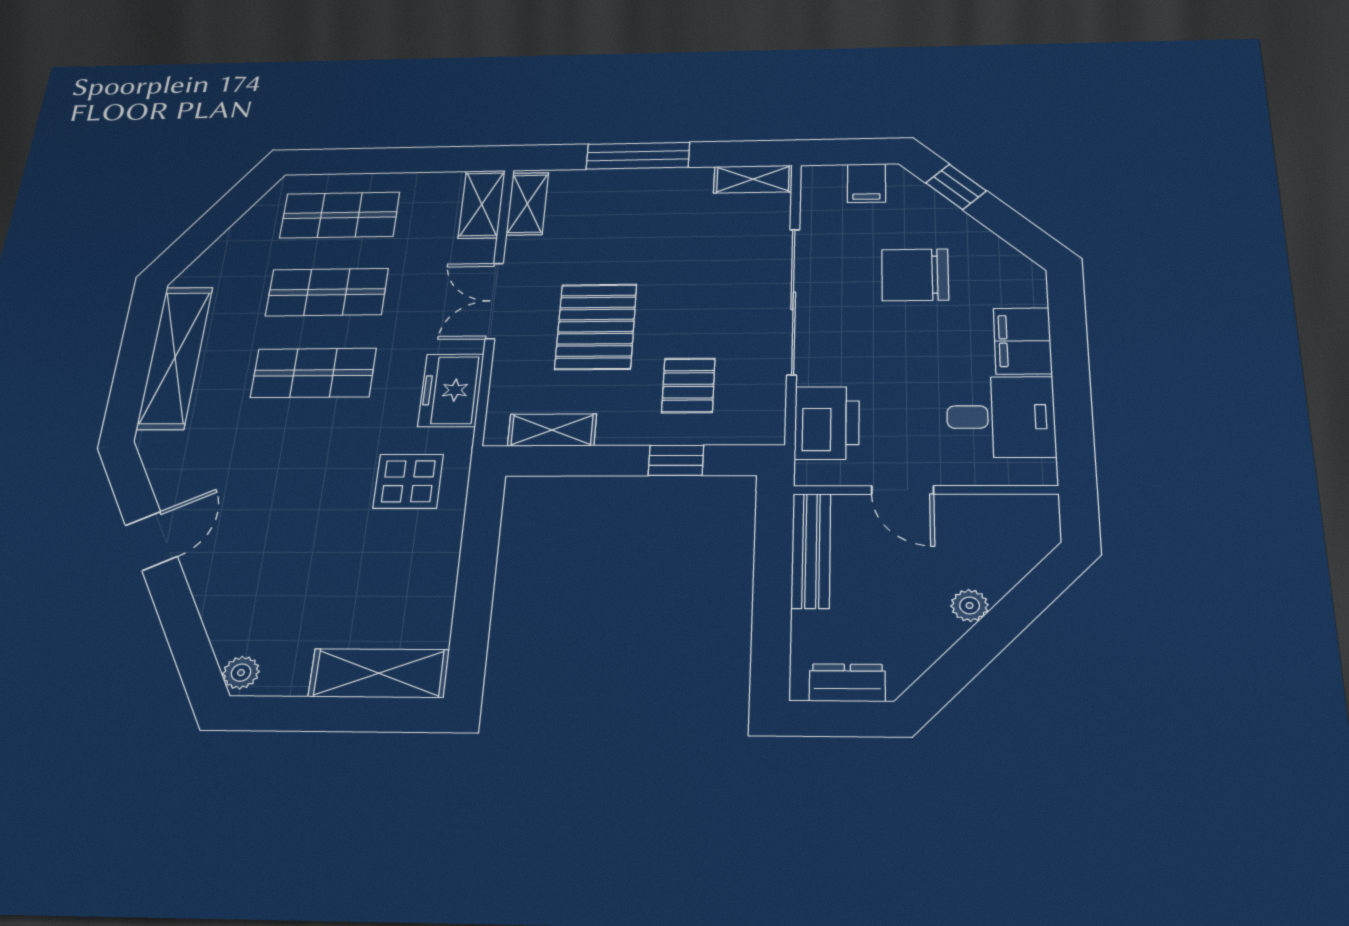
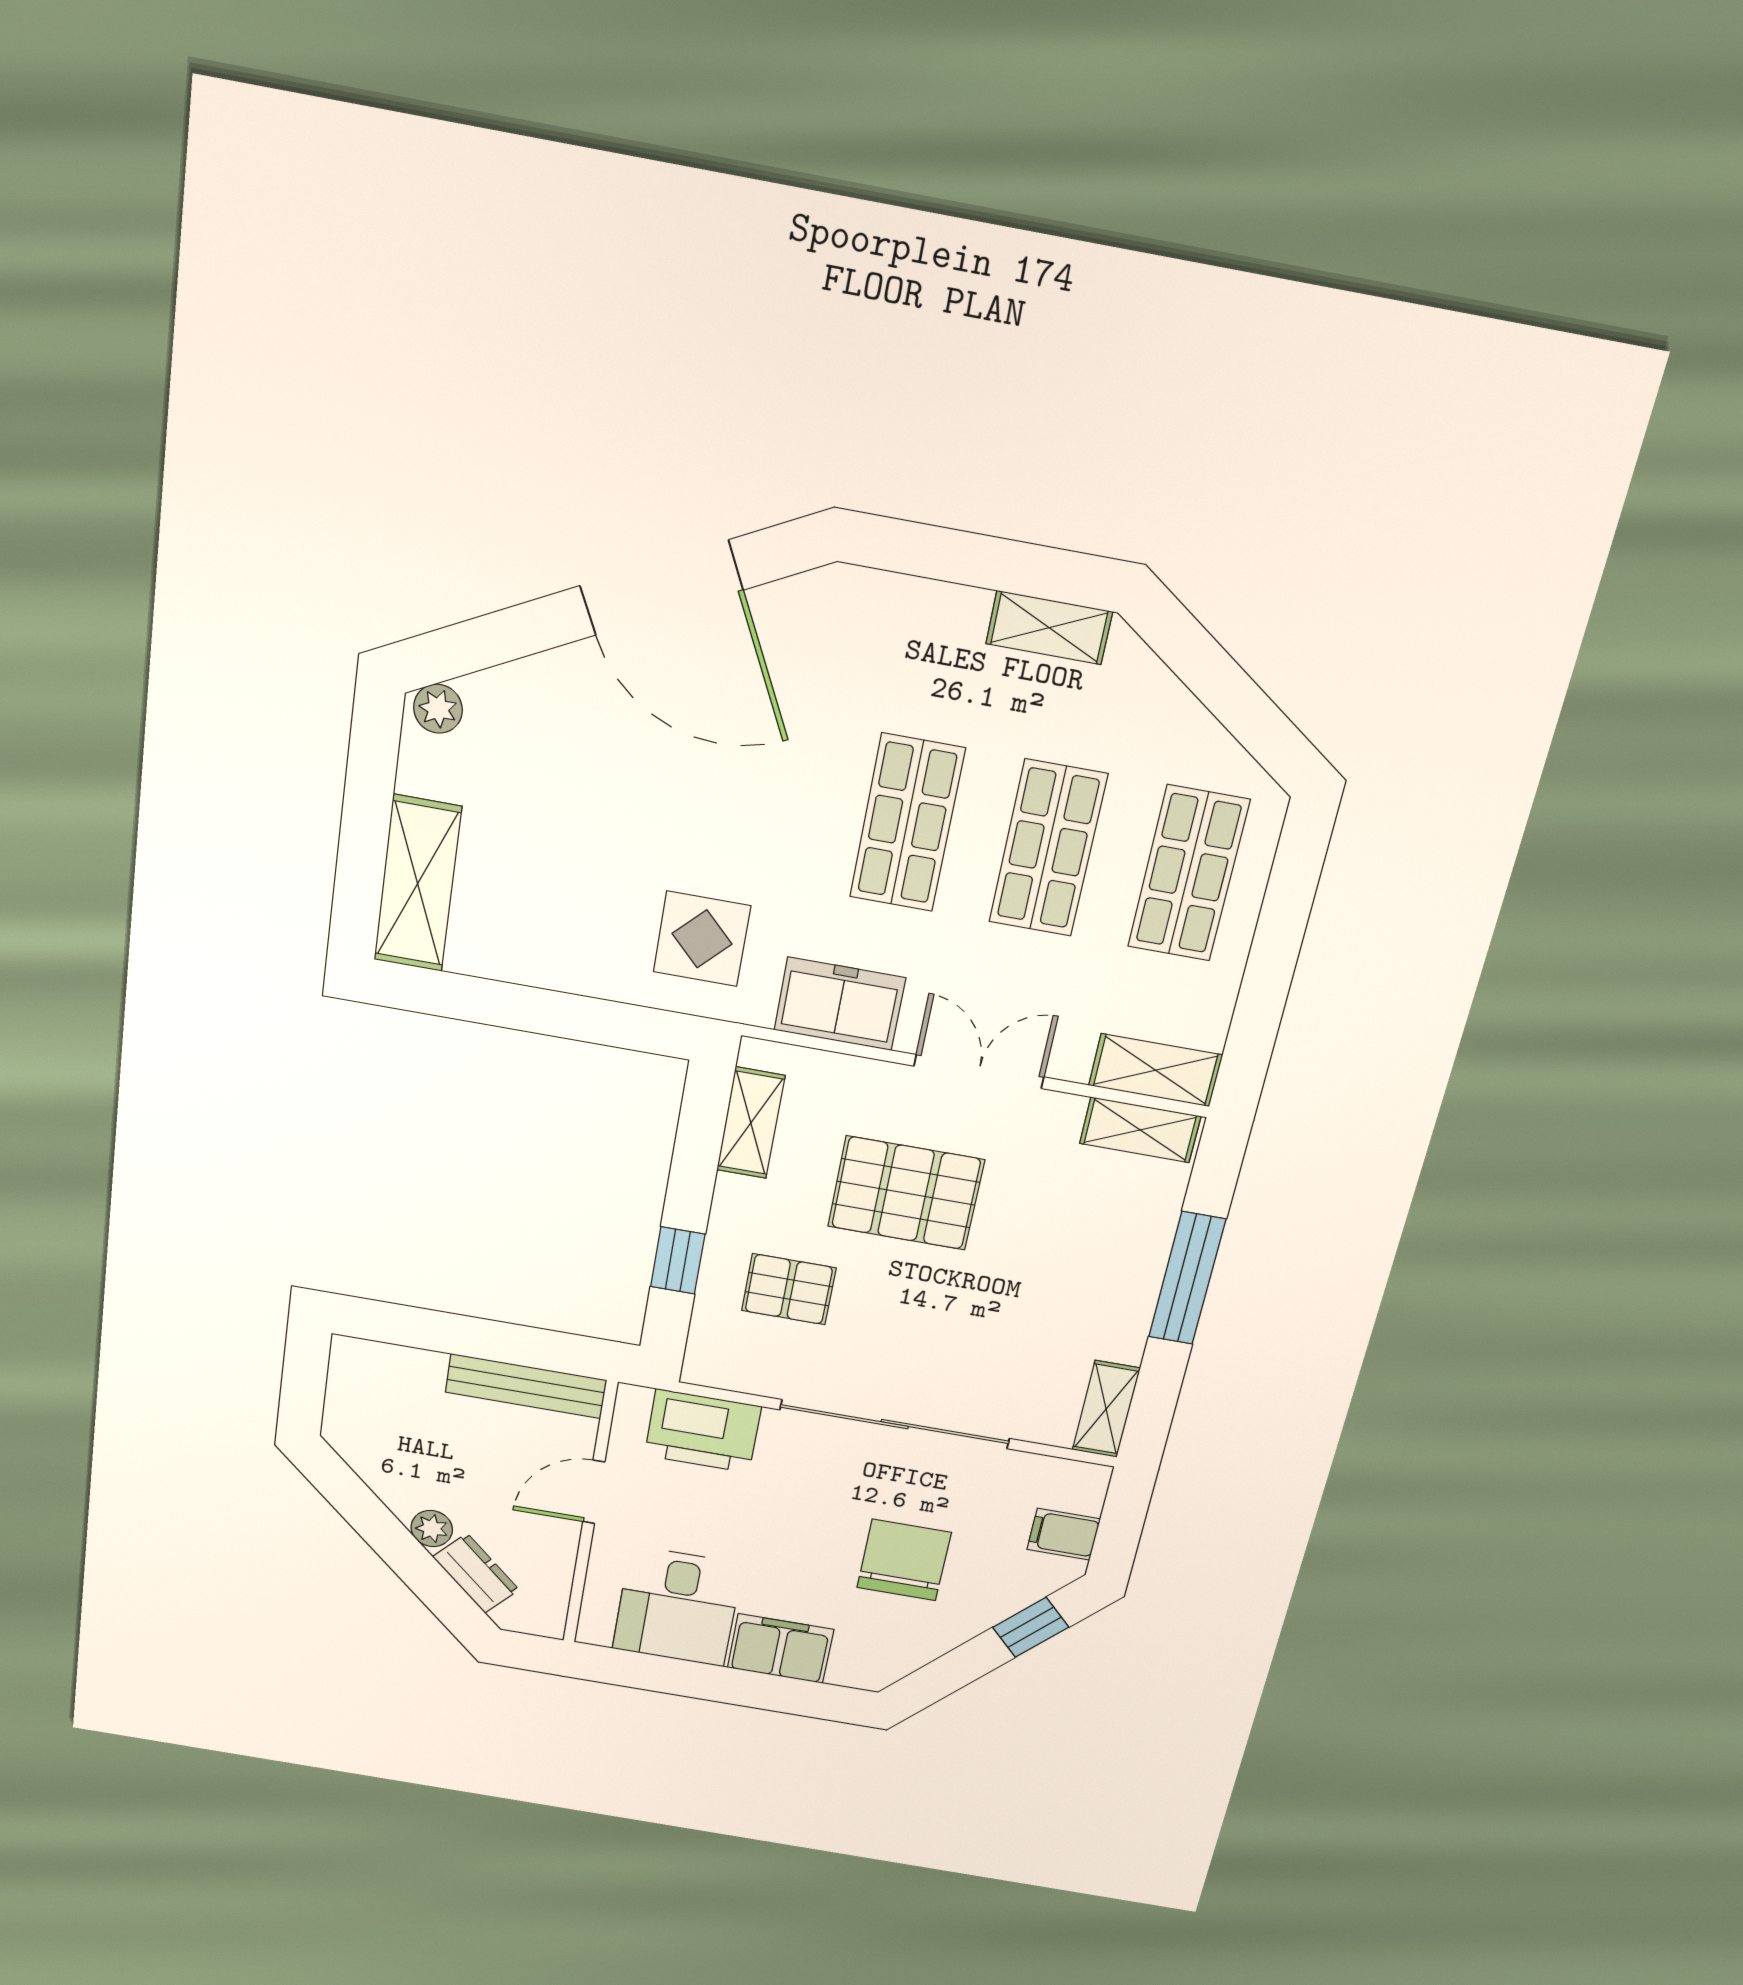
shelving: (175, 357) -> (1049, 628), width x0.45, depth x0.75
door: (151, 541) -> (661, 588), width x1.88
dresser: (847, 683) -> (476, 1573), moved, turned -47

